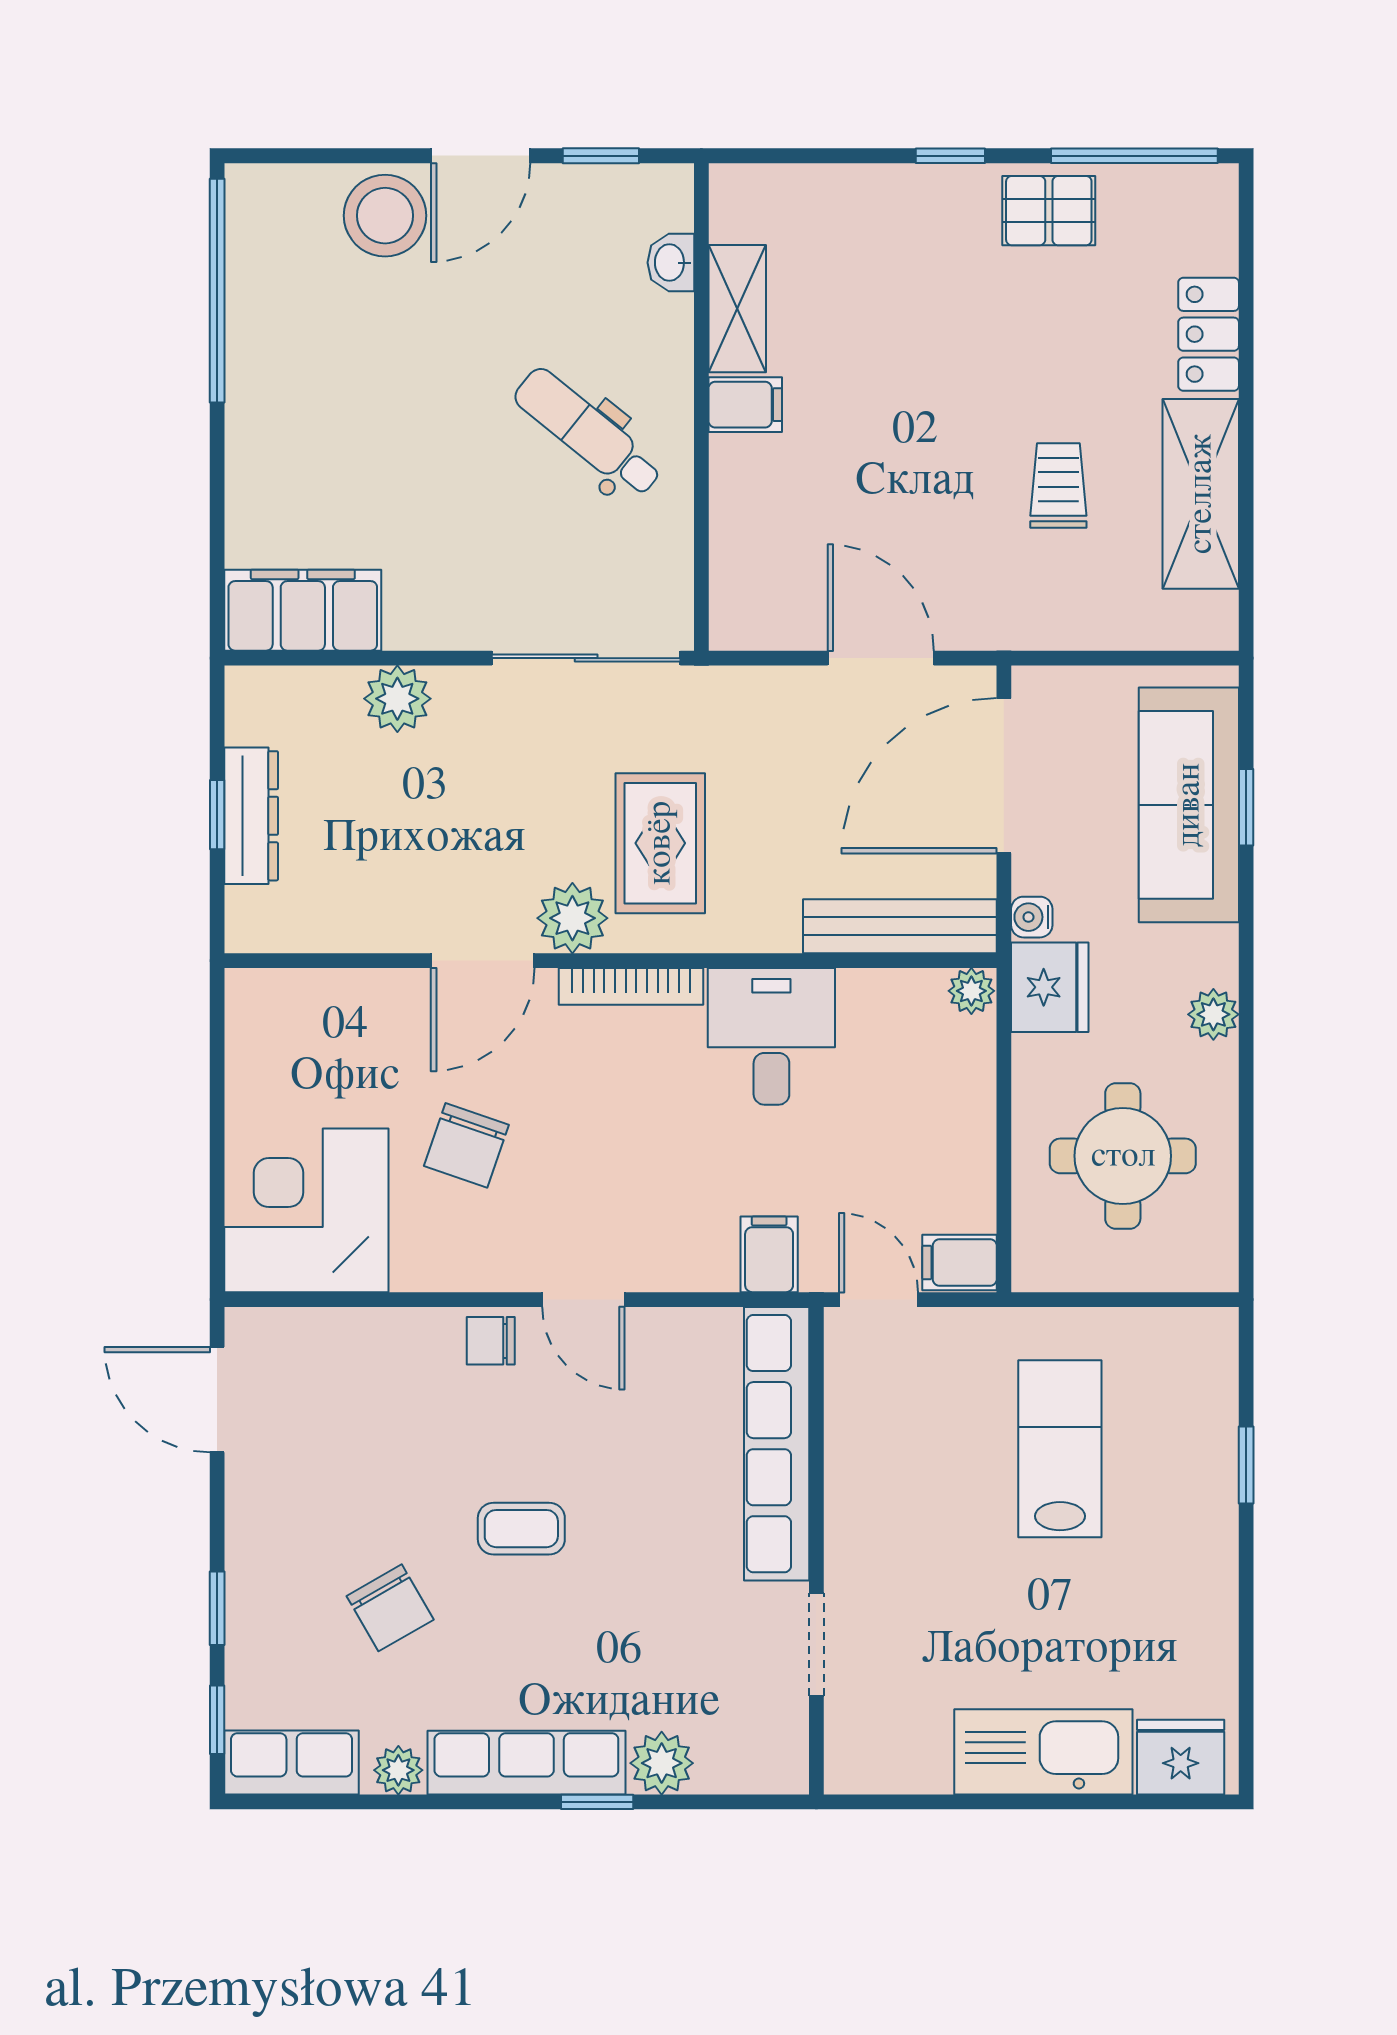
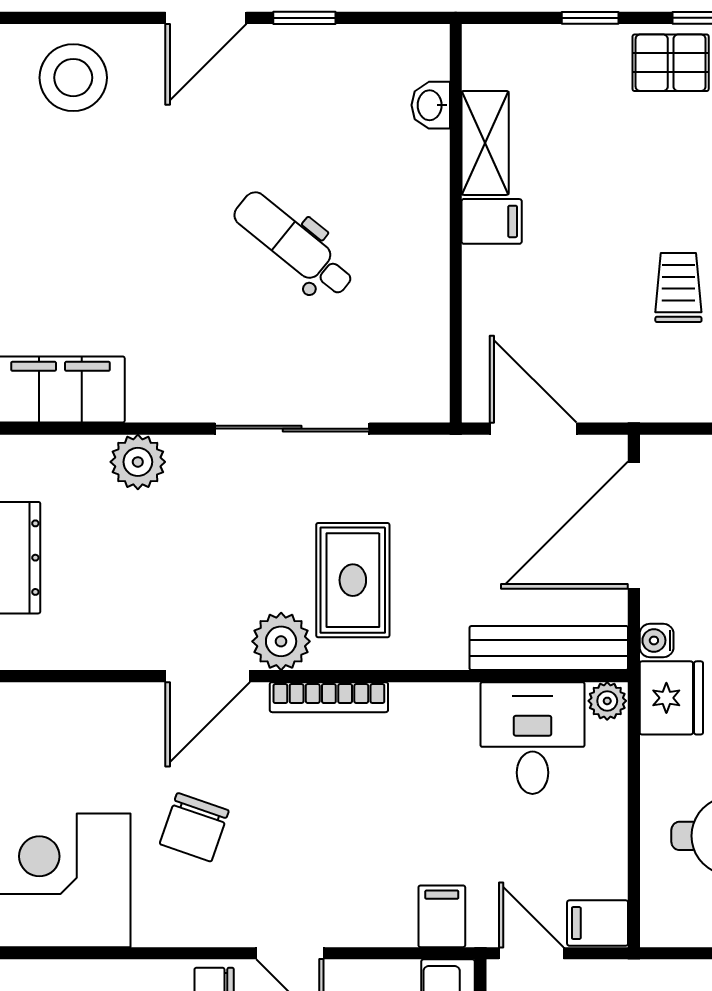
stool: (385, 216) -> (73, 78), moved
washbasin: (671, 263) -> (431, 105), moved
shelving: (737, 309) -> (485, 143), moved
filing cabinet: (745, 405) -> (492, 221), moved
wall: (701, 407) -> (456, 223), moved
desk: (771, 1036) -> (532, 738), moved

